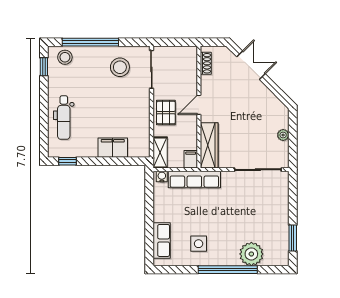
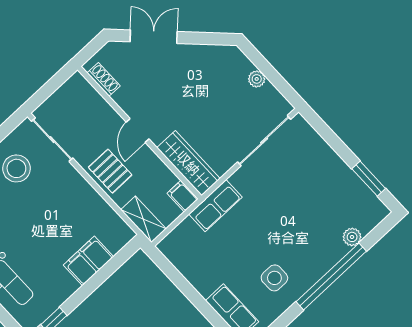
water cooler: (162, 177) -> (169, 243), removed
row of seats: (194, 180) -> (216, 206), width x0.68
plant: (251, 254) -> (352, 237), width x0.53, depth x0.53

